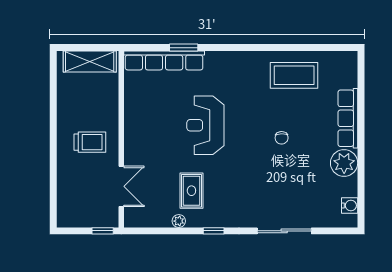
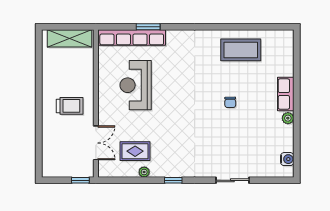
row of seats: (348, 118) -> (286, 94), width x0.68
reception desk: (205, 125) -> (136, 85), moved
plant: (344, 163) -> (288, 118), width x0.53, depth x0.53
rug: (191, 191) -> (135, 151), moved, turned 90
sliding door: (284, 231) -> (232, 180), width x0.73

